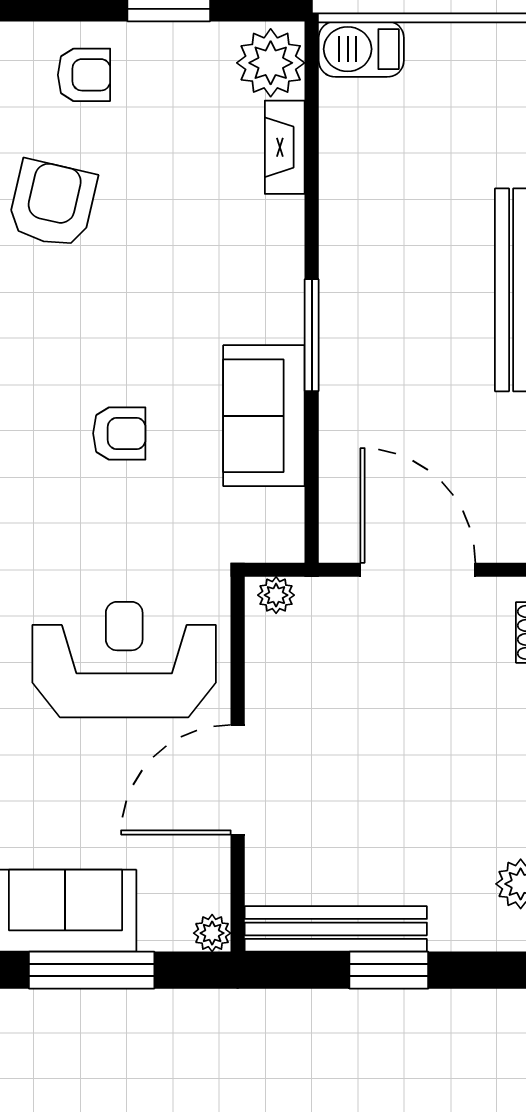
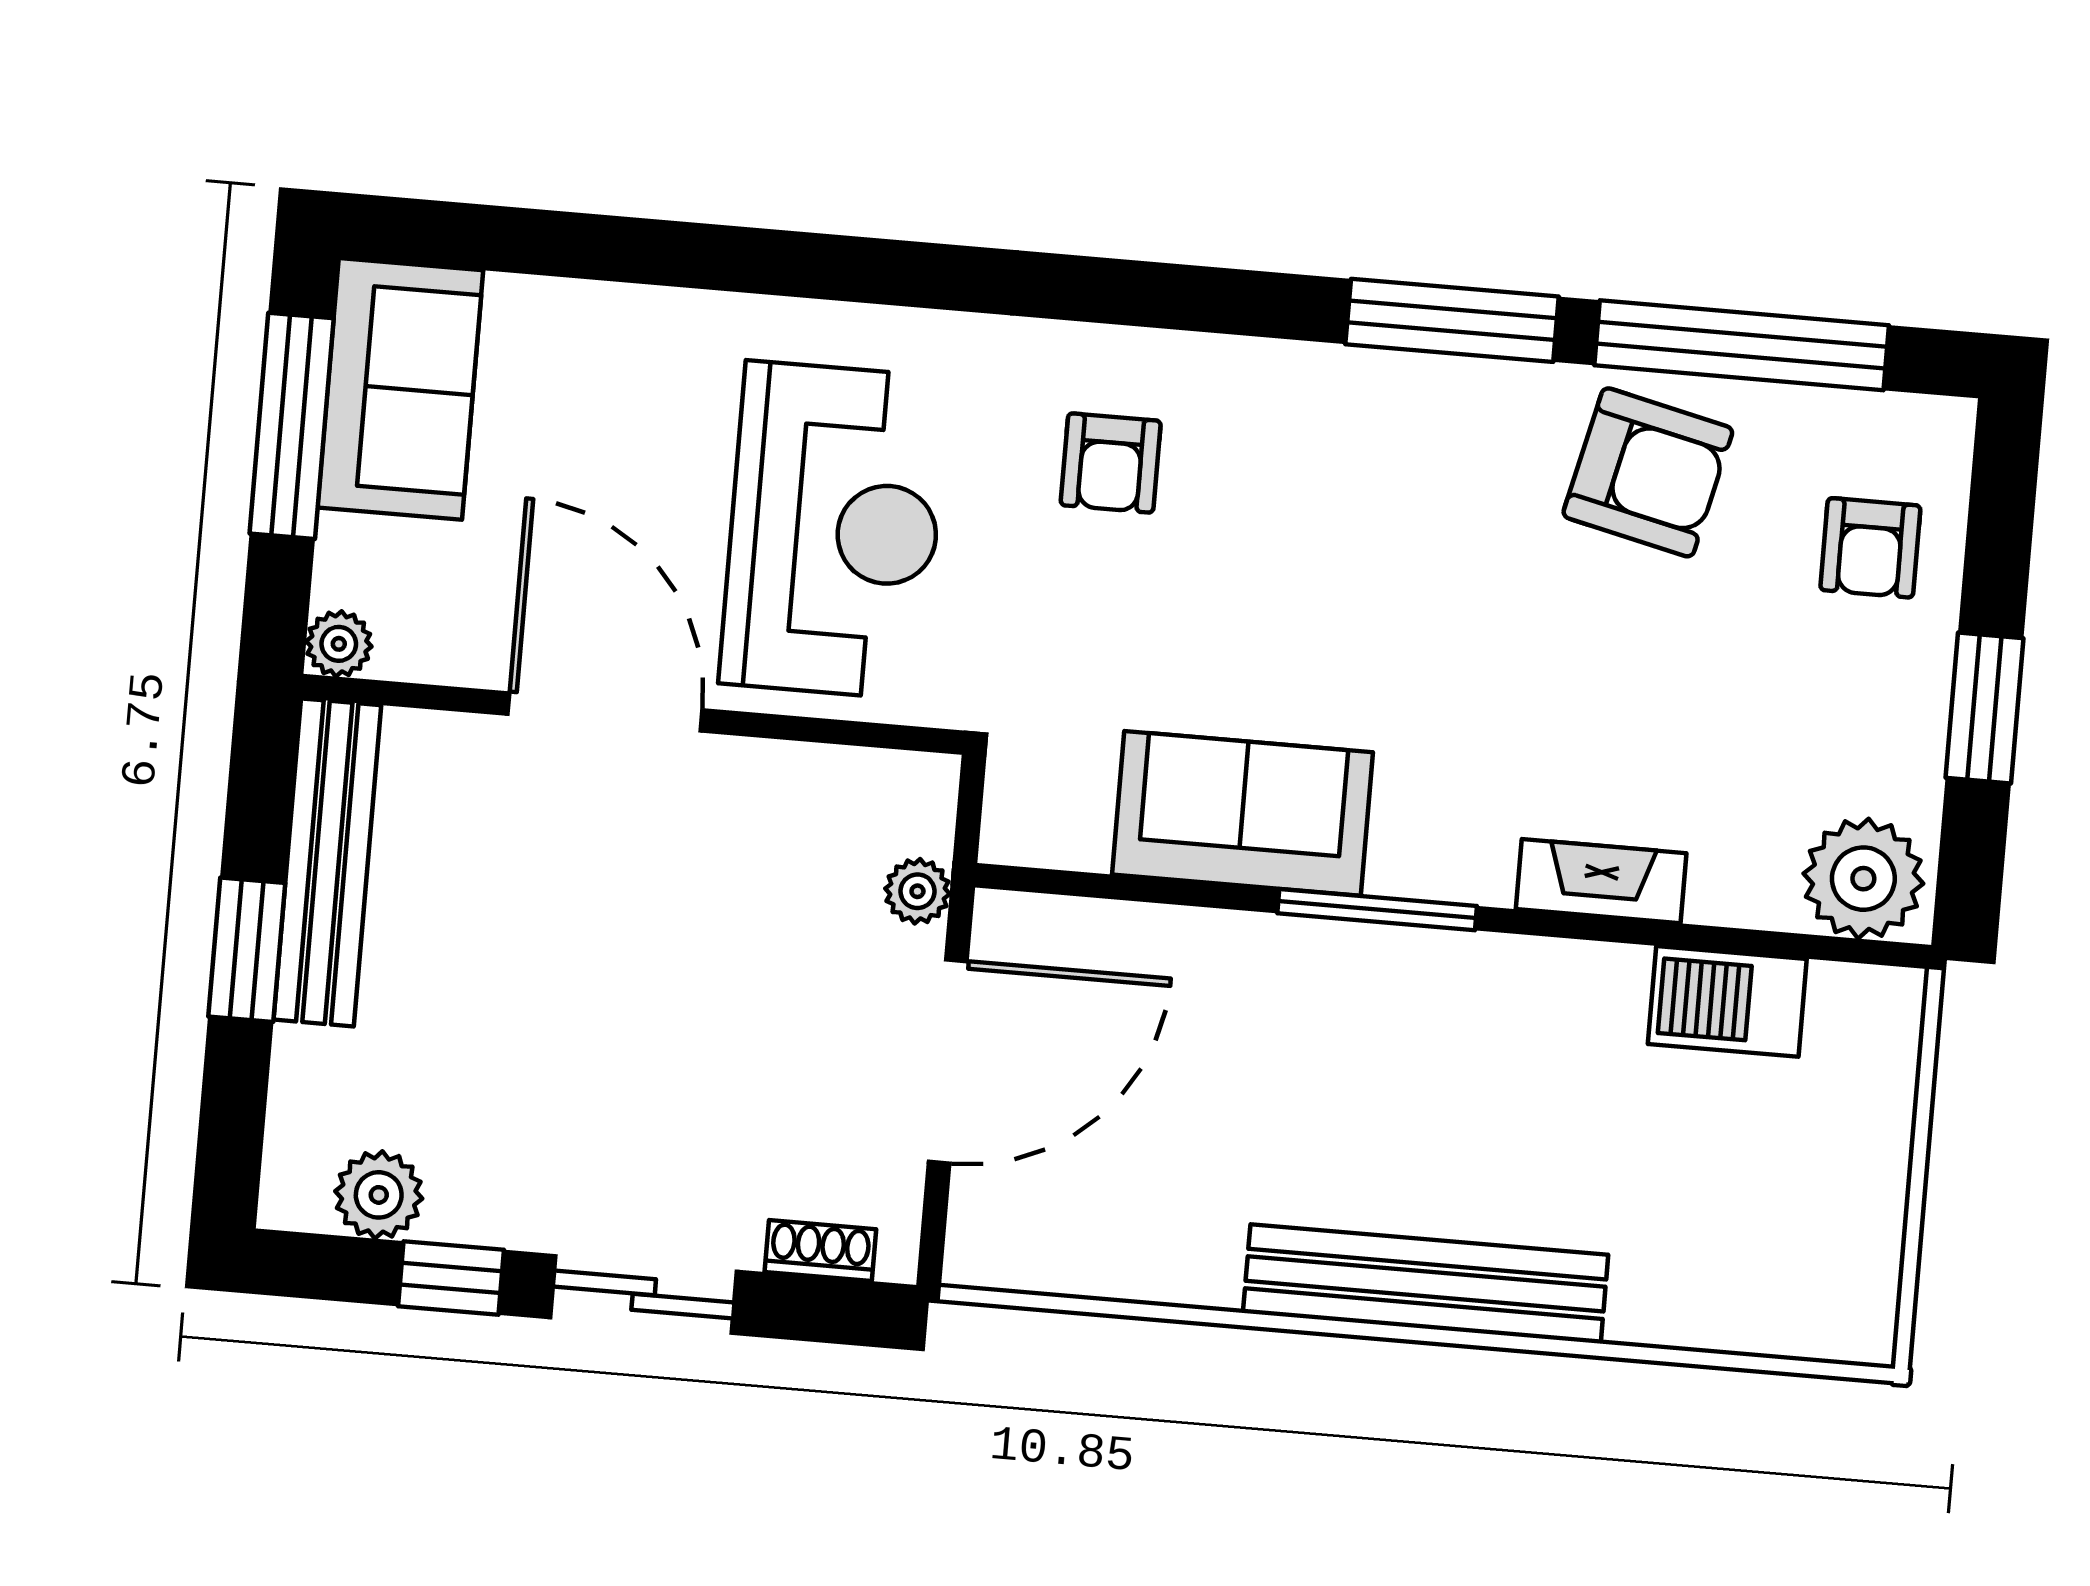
barbecue: (361, 49) -> (1727, 1001), moved, turned -90
fireplace: (285, 147) -> (1601, 881), moved
armchair: (119, 433) -> (1111, 463), moved
plant: (276, 595) -> (917, 891), moved

